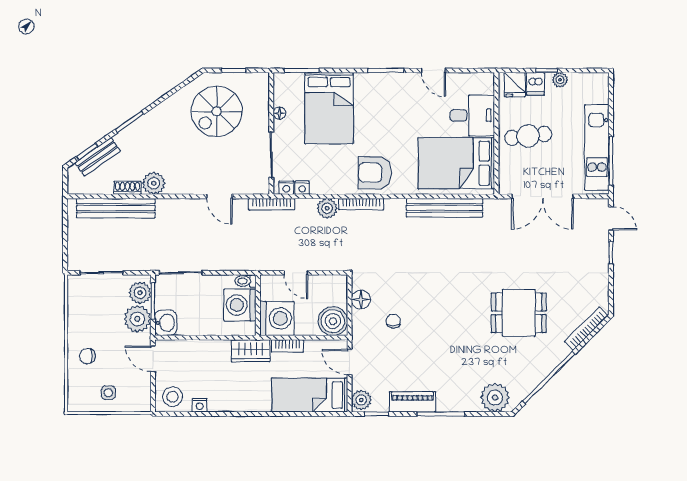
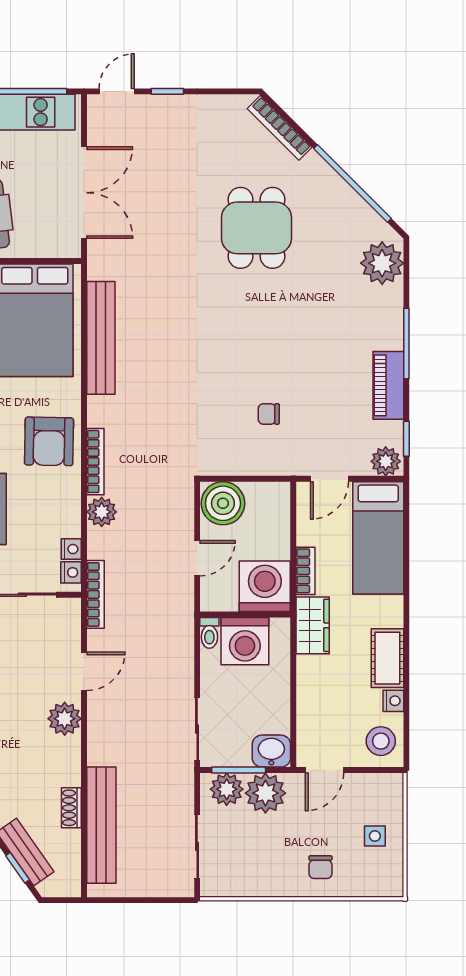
plant: (154, 183) -> (65, 719), moved
floor lamp: (361, 300) -> (237, 462), removed
boiler: (333, 321) -> (223, 503), moved
cot: (228, 401) -> (387, 658), added

